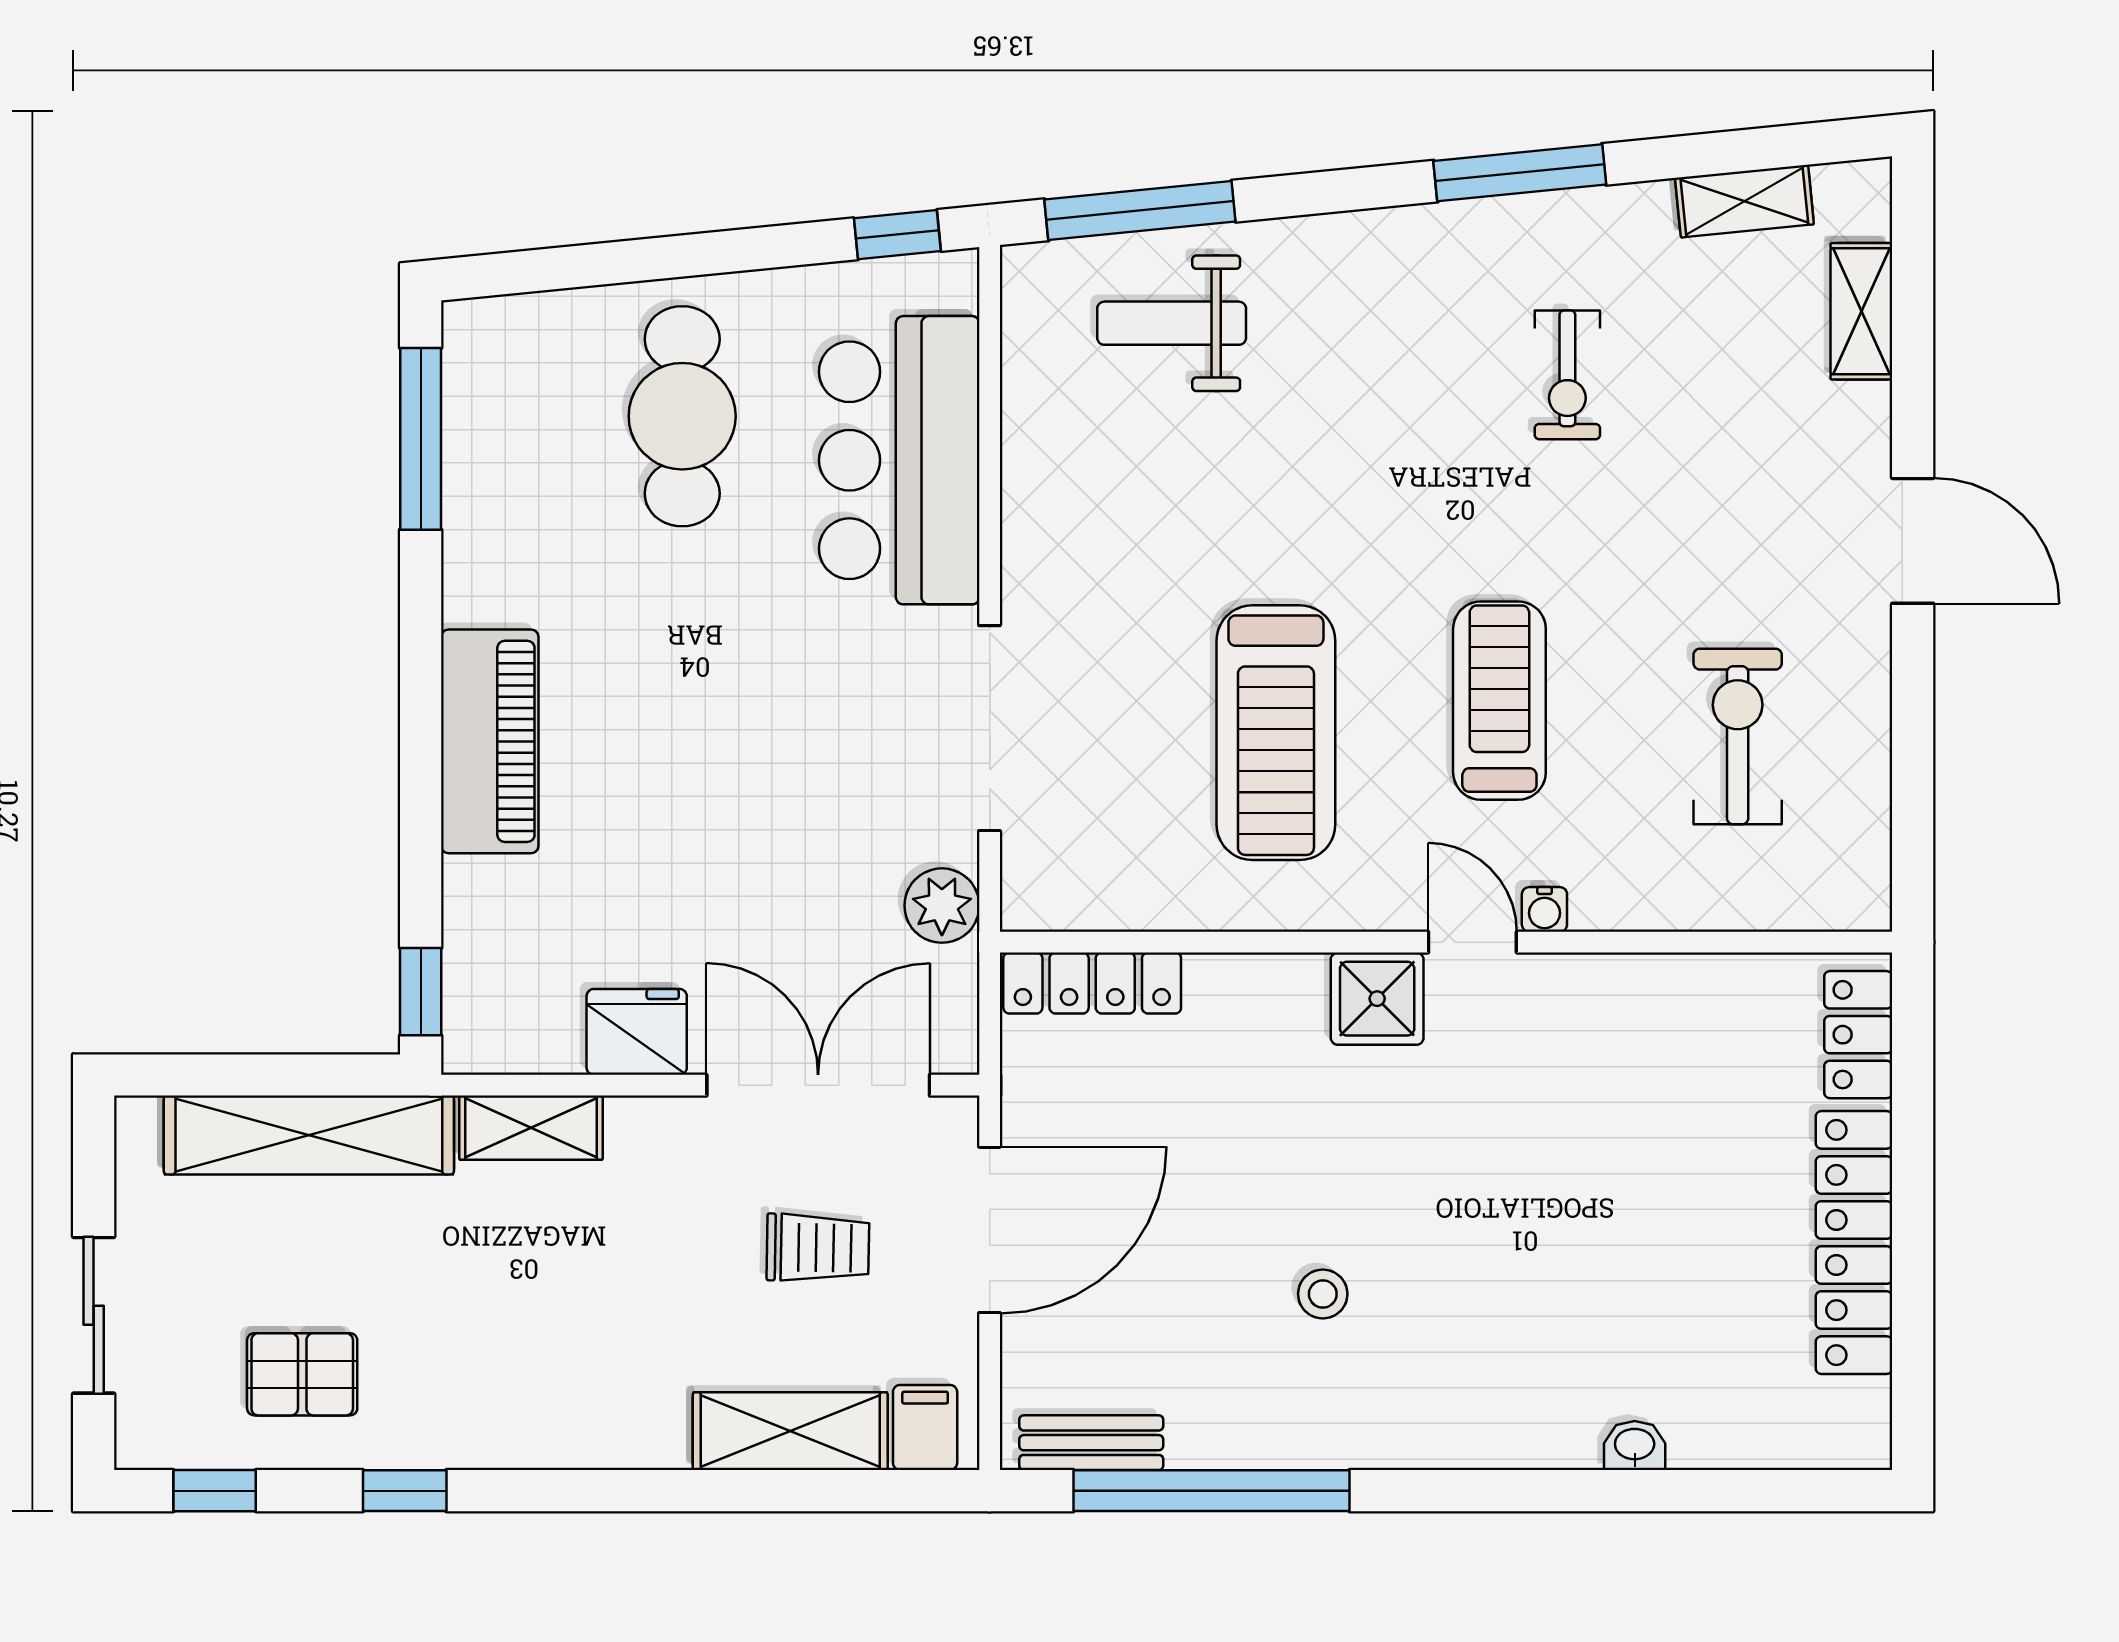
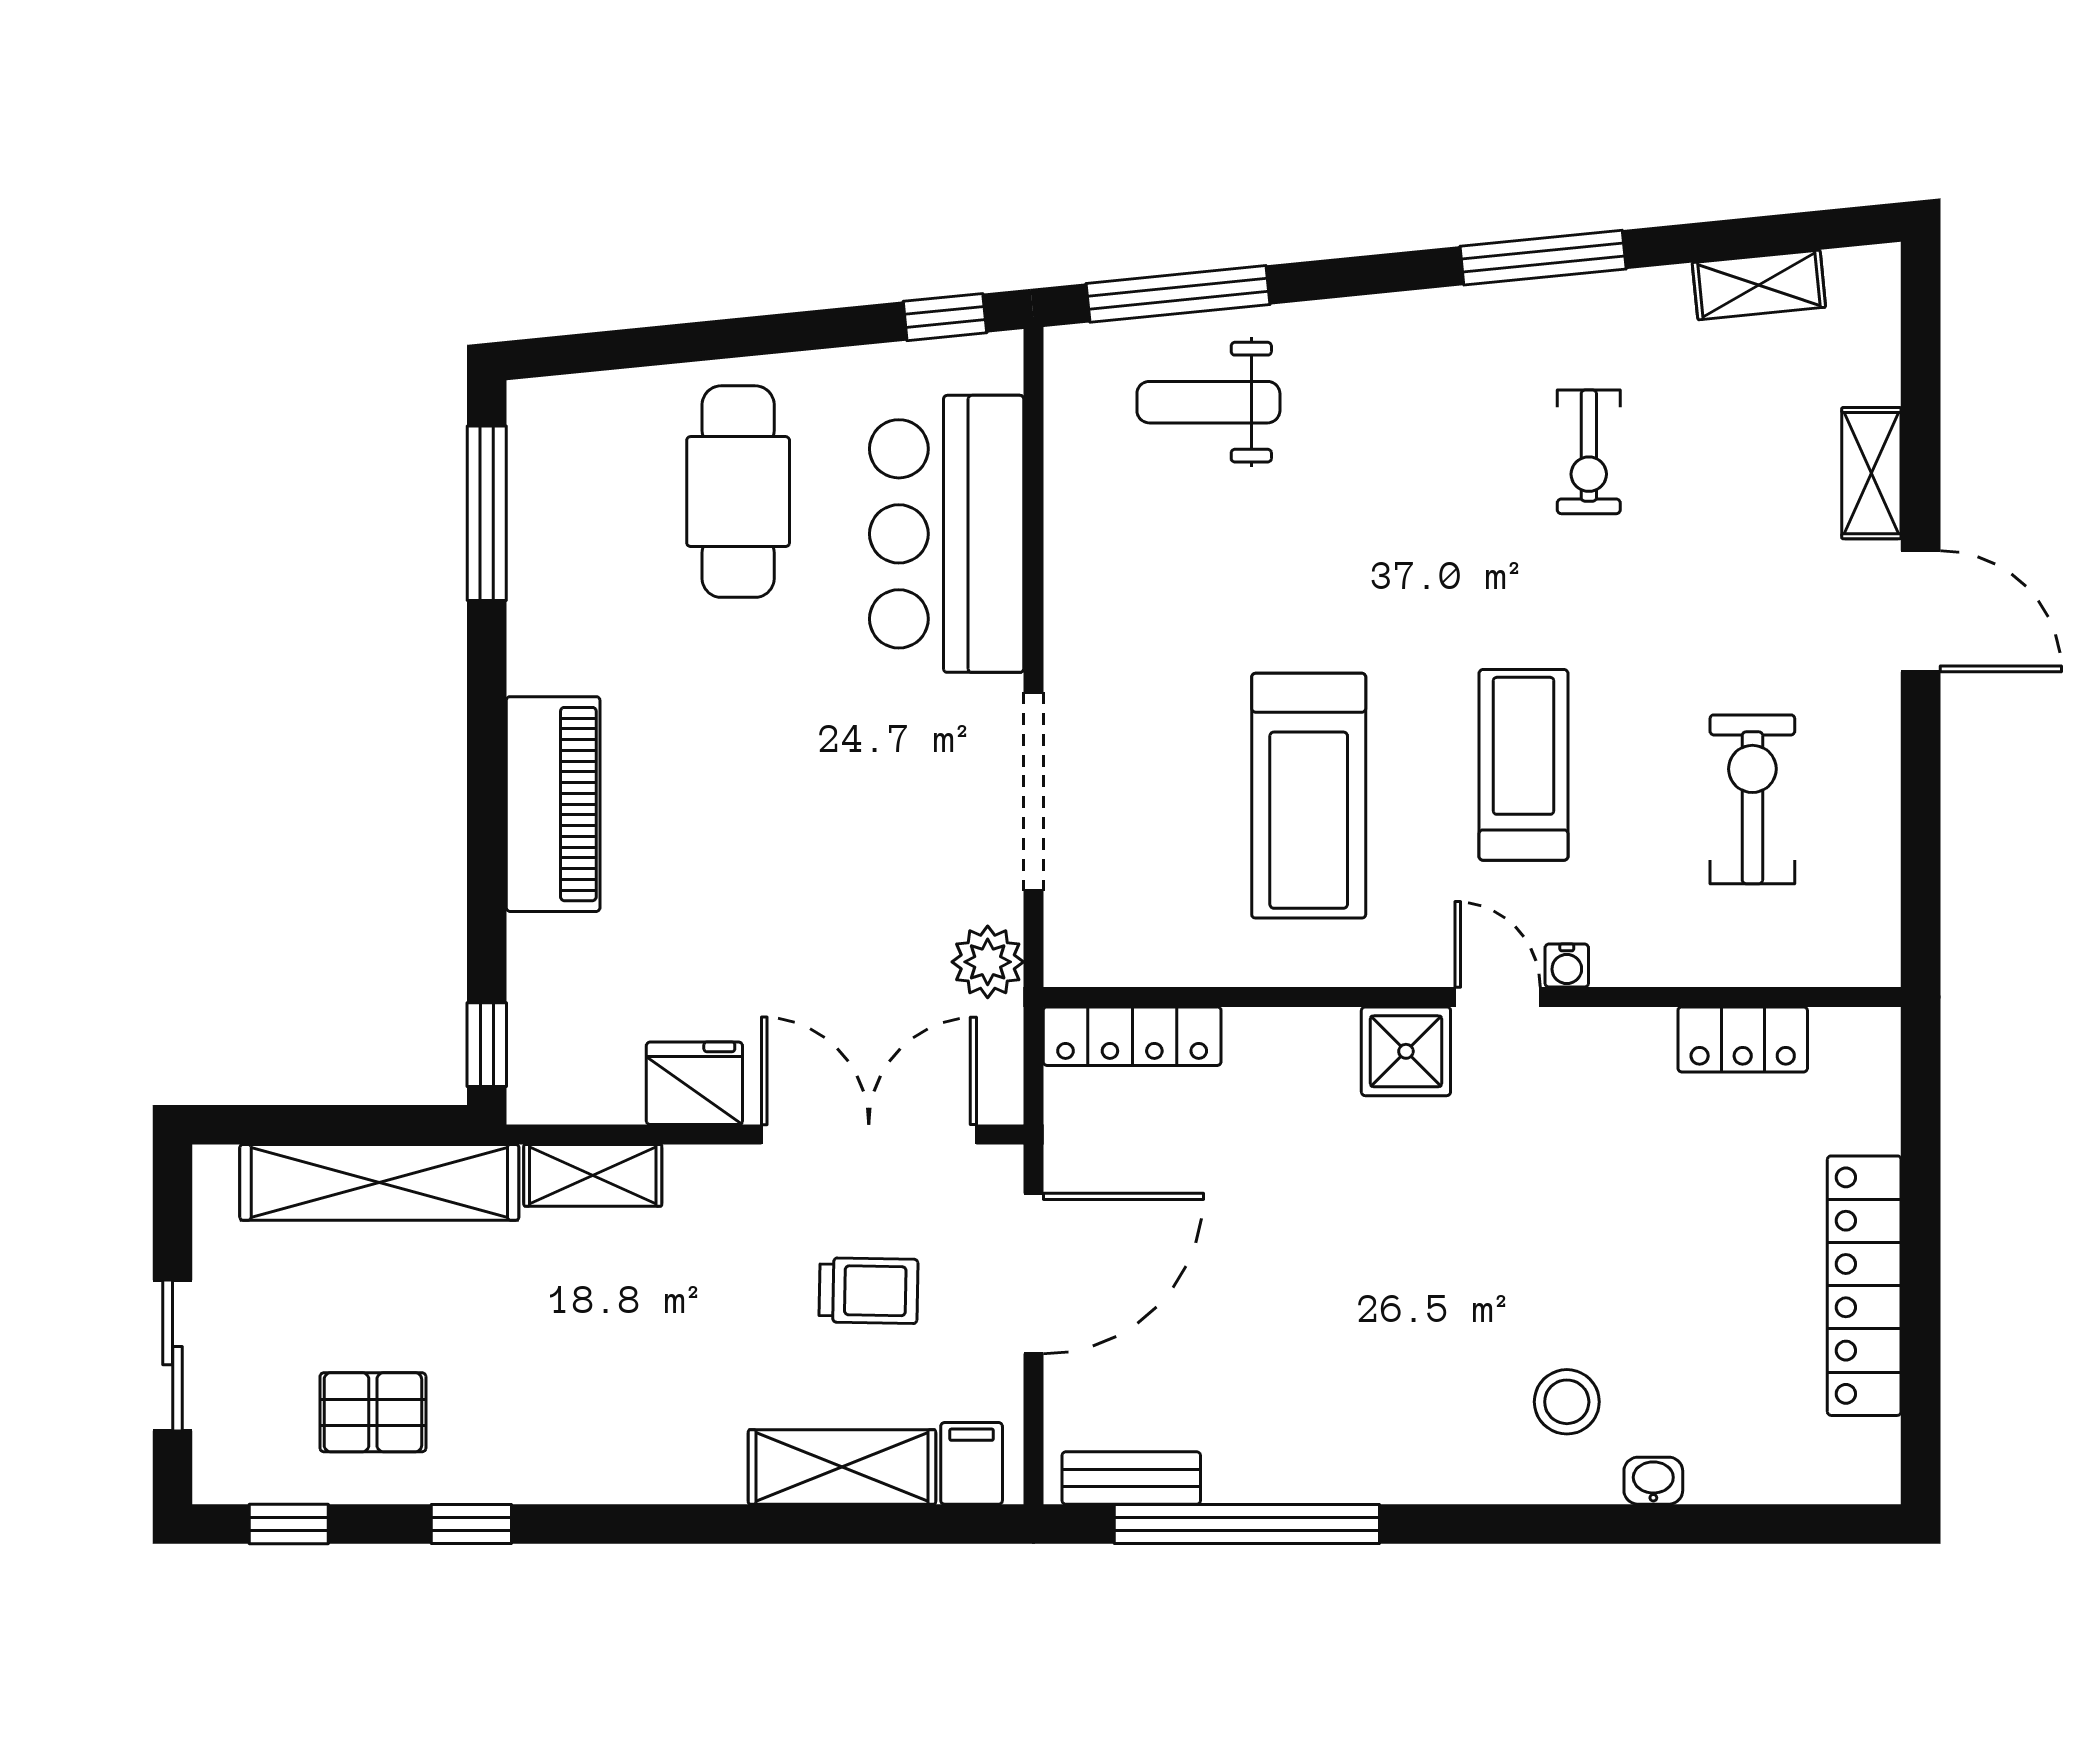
shelving: (1861, 311) -> (1871, 473), moved
locker: (1858, 1035) -> (1743, 1039), moved, turned -90
stool: (1323, 1294) -> (1567, 1402), moved, width x1.37, depth x1.37

